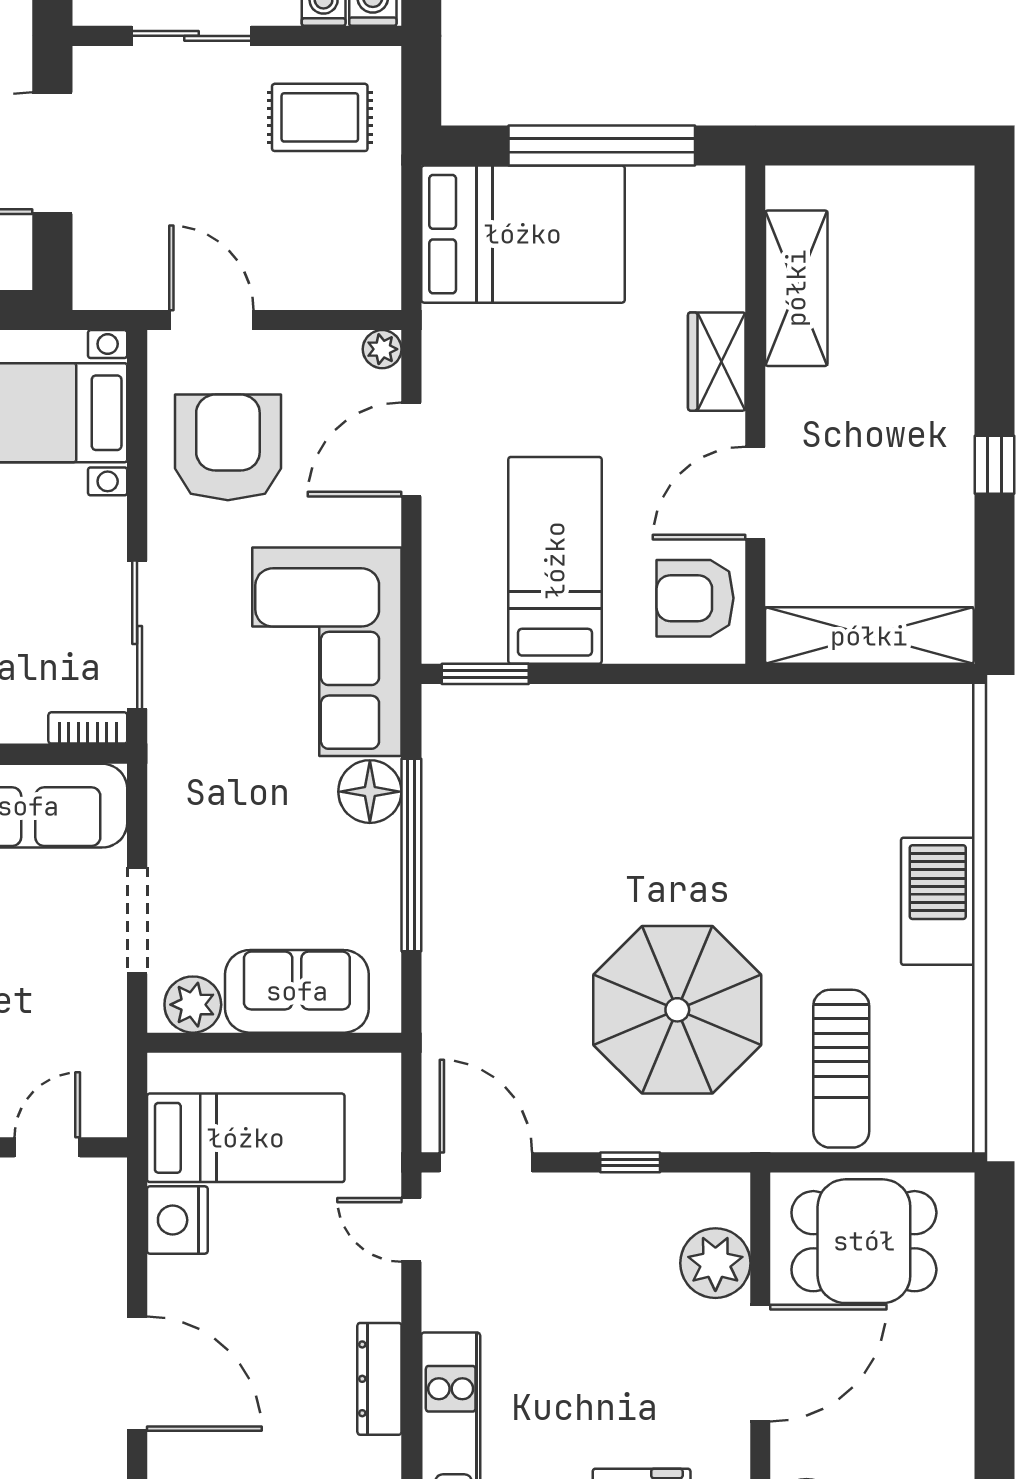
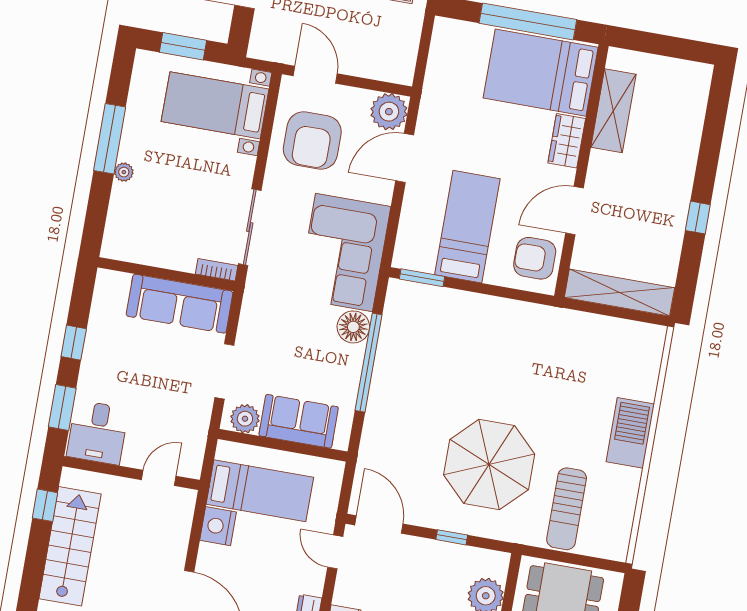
bed: (523, 234) -> (541, 73), moved, turned 180
plant: (382, 349) -> (389, 112), width x1.88, depth x1.88
armchair: (228, 447) -> (312, 141), turned 180

